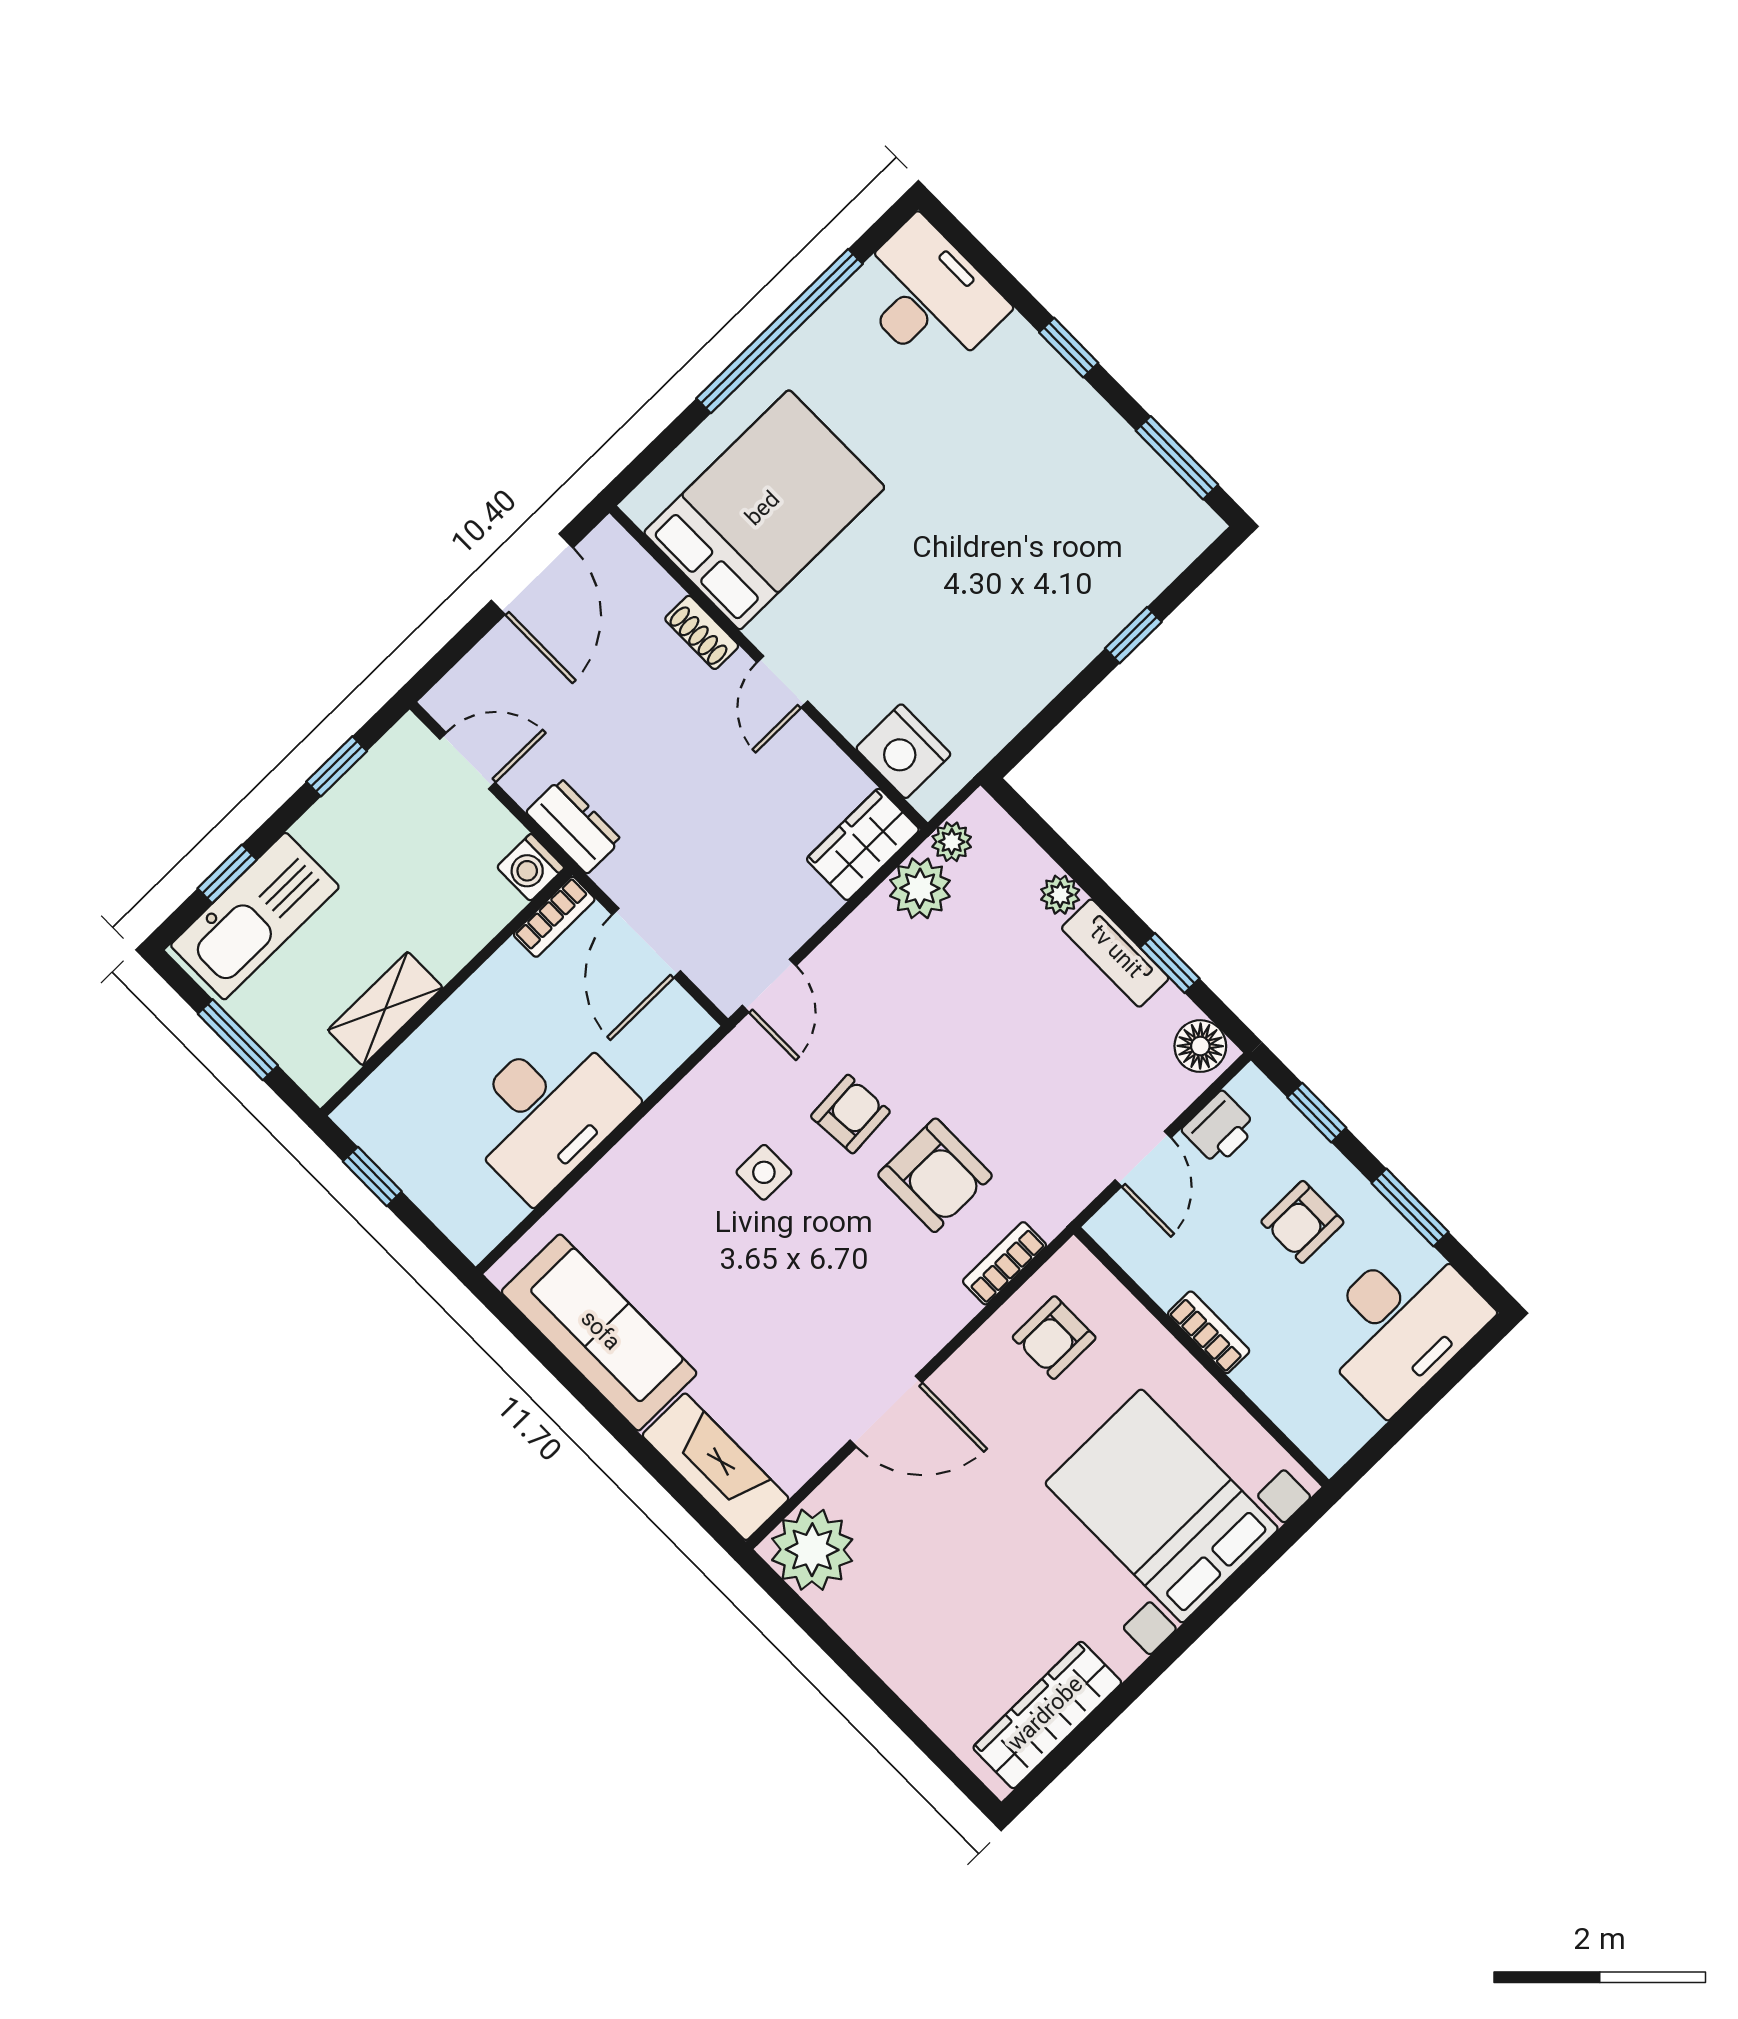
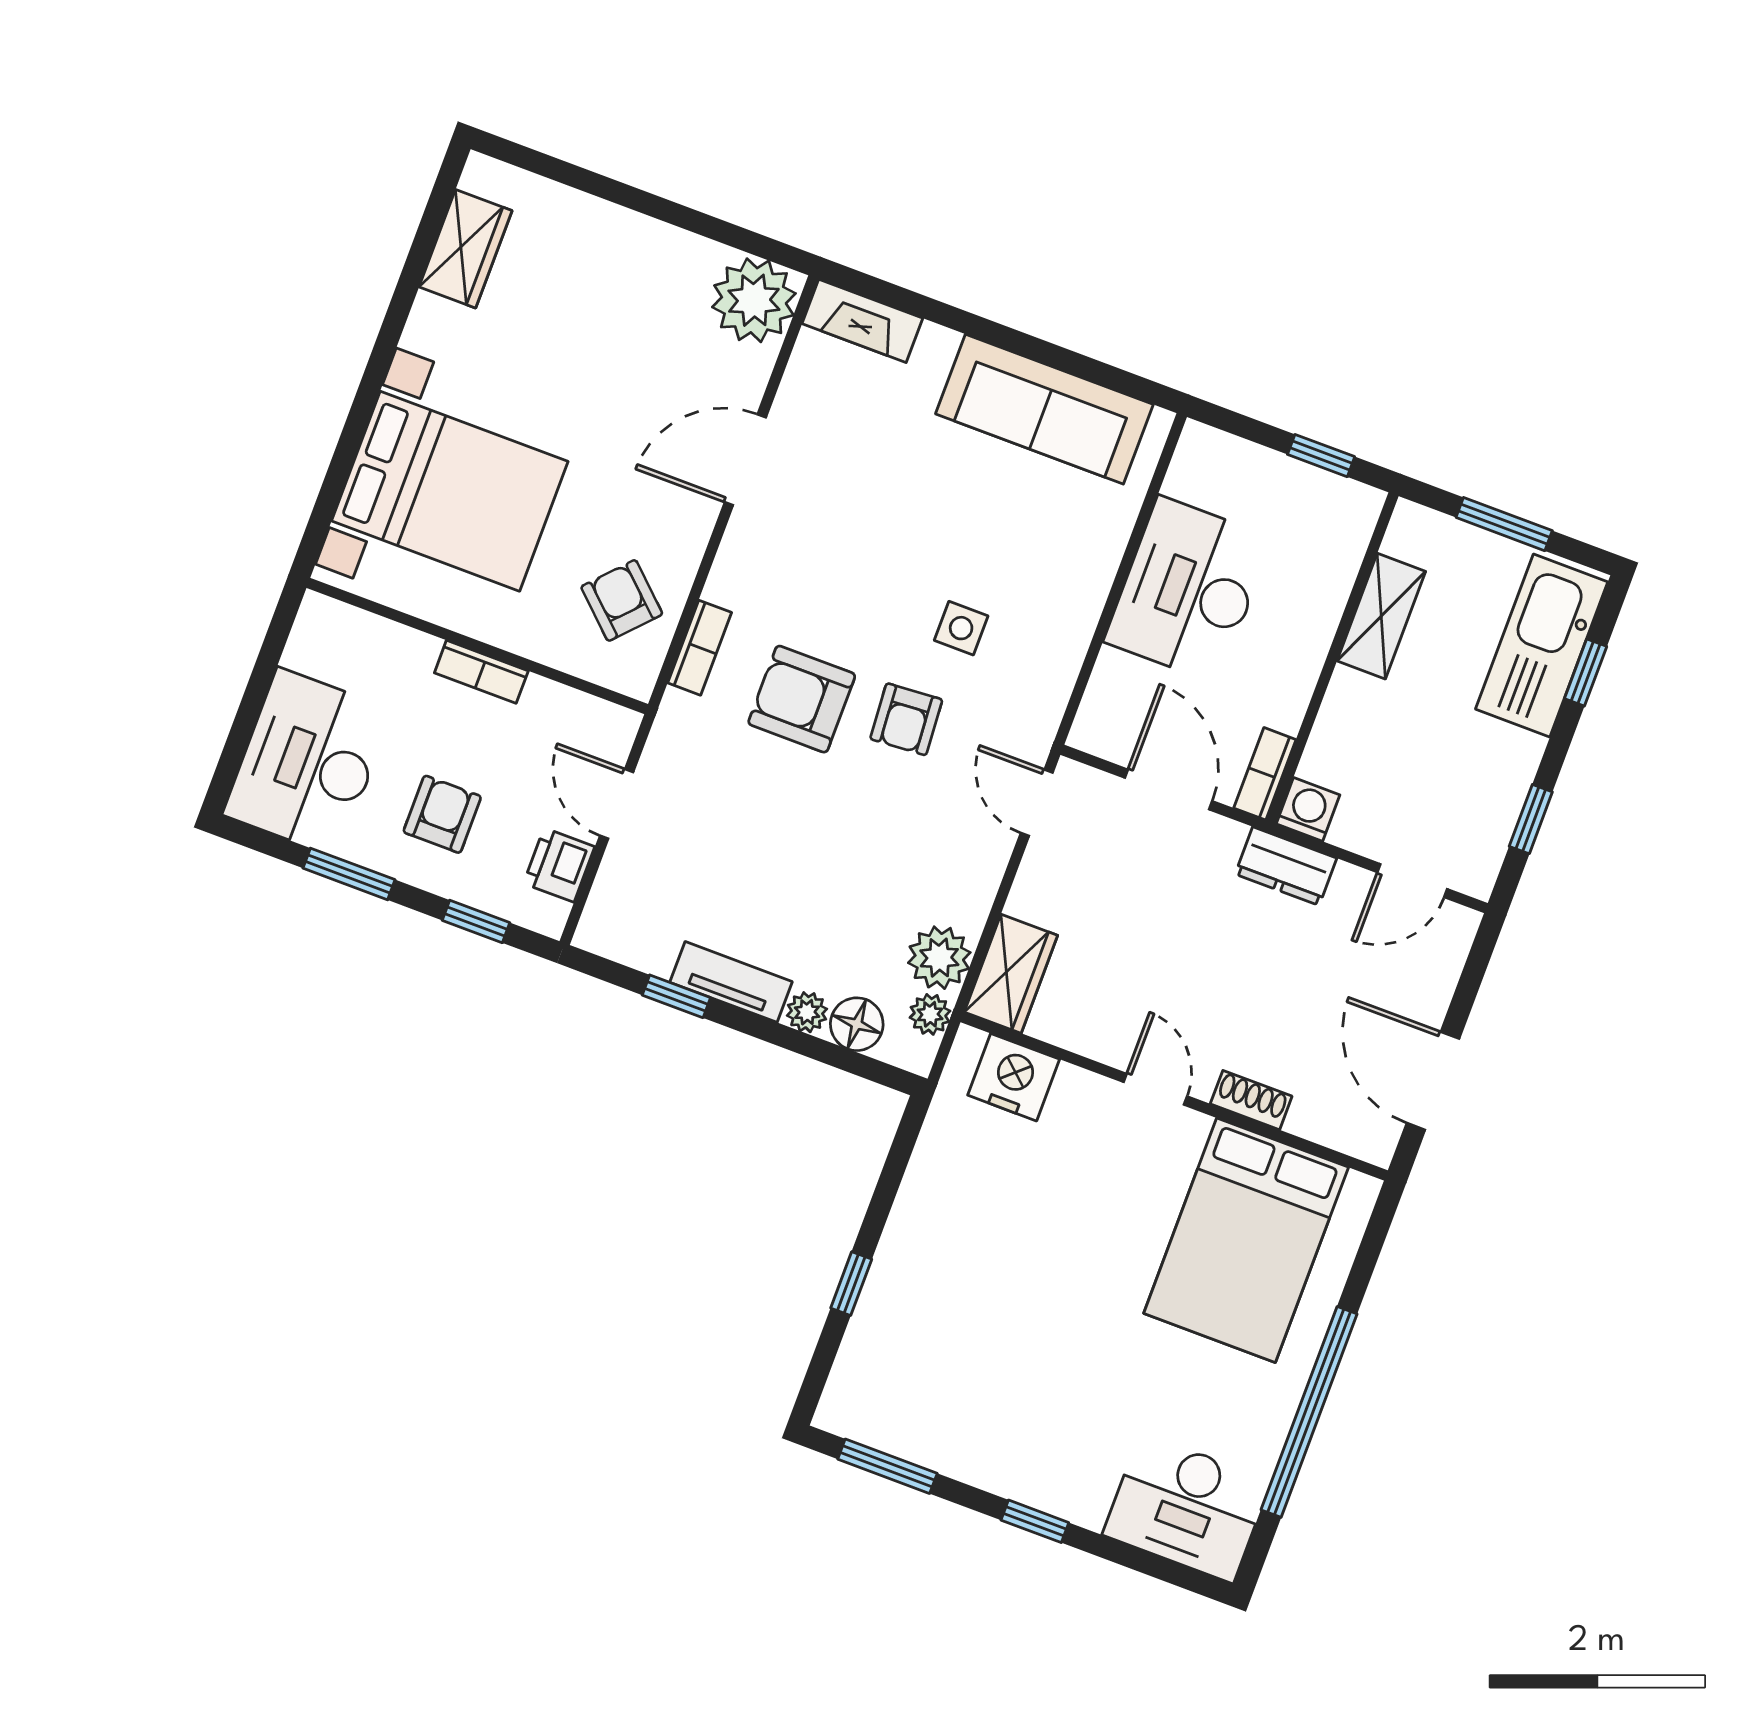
floor lamp: (1200, 1046) -> (857, 1024), moved
armchair: (1054, 1338) -> (622, 600), turned -47
fireplace: (716, 1467) -> (862, 321), width x0.73, depth x0.76
wardrobe: (1047, 1715) -> (465, 249), width x0.67

